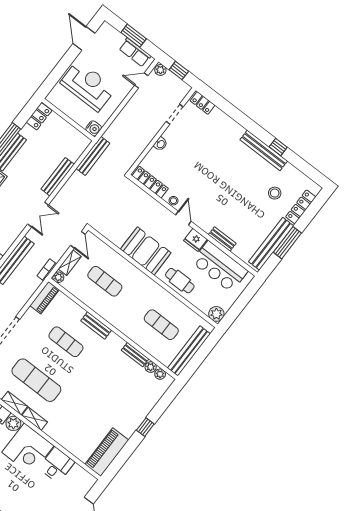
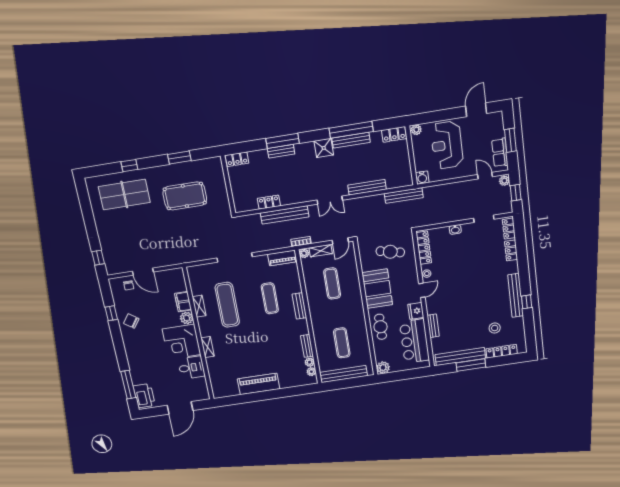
reception desk: (88, 86) -> (447, 145), turned 180
plant: (53, 97) -> (416, 130), added
locker: (222, 118) -> (511, 250), added
cafe table: (126, 211) -> (390, 252), added
shelving: (35, 419) -> (208, 347), moved
window: (145, 427) -> (271, 395), removed
piano: (107, 452) -> (259, 384), moved

